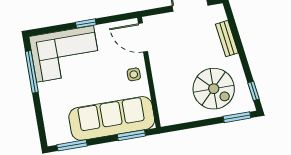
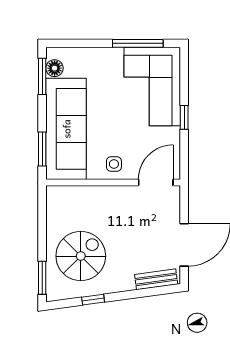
bench: (227, 39) -> (156, 279), moved
spiral stairs: (214, 89) -> (81, 256), turned 180
window: (253, 91) -> (93, 300), moved
floor lamp: (64, 136) -> (55, 68), added

